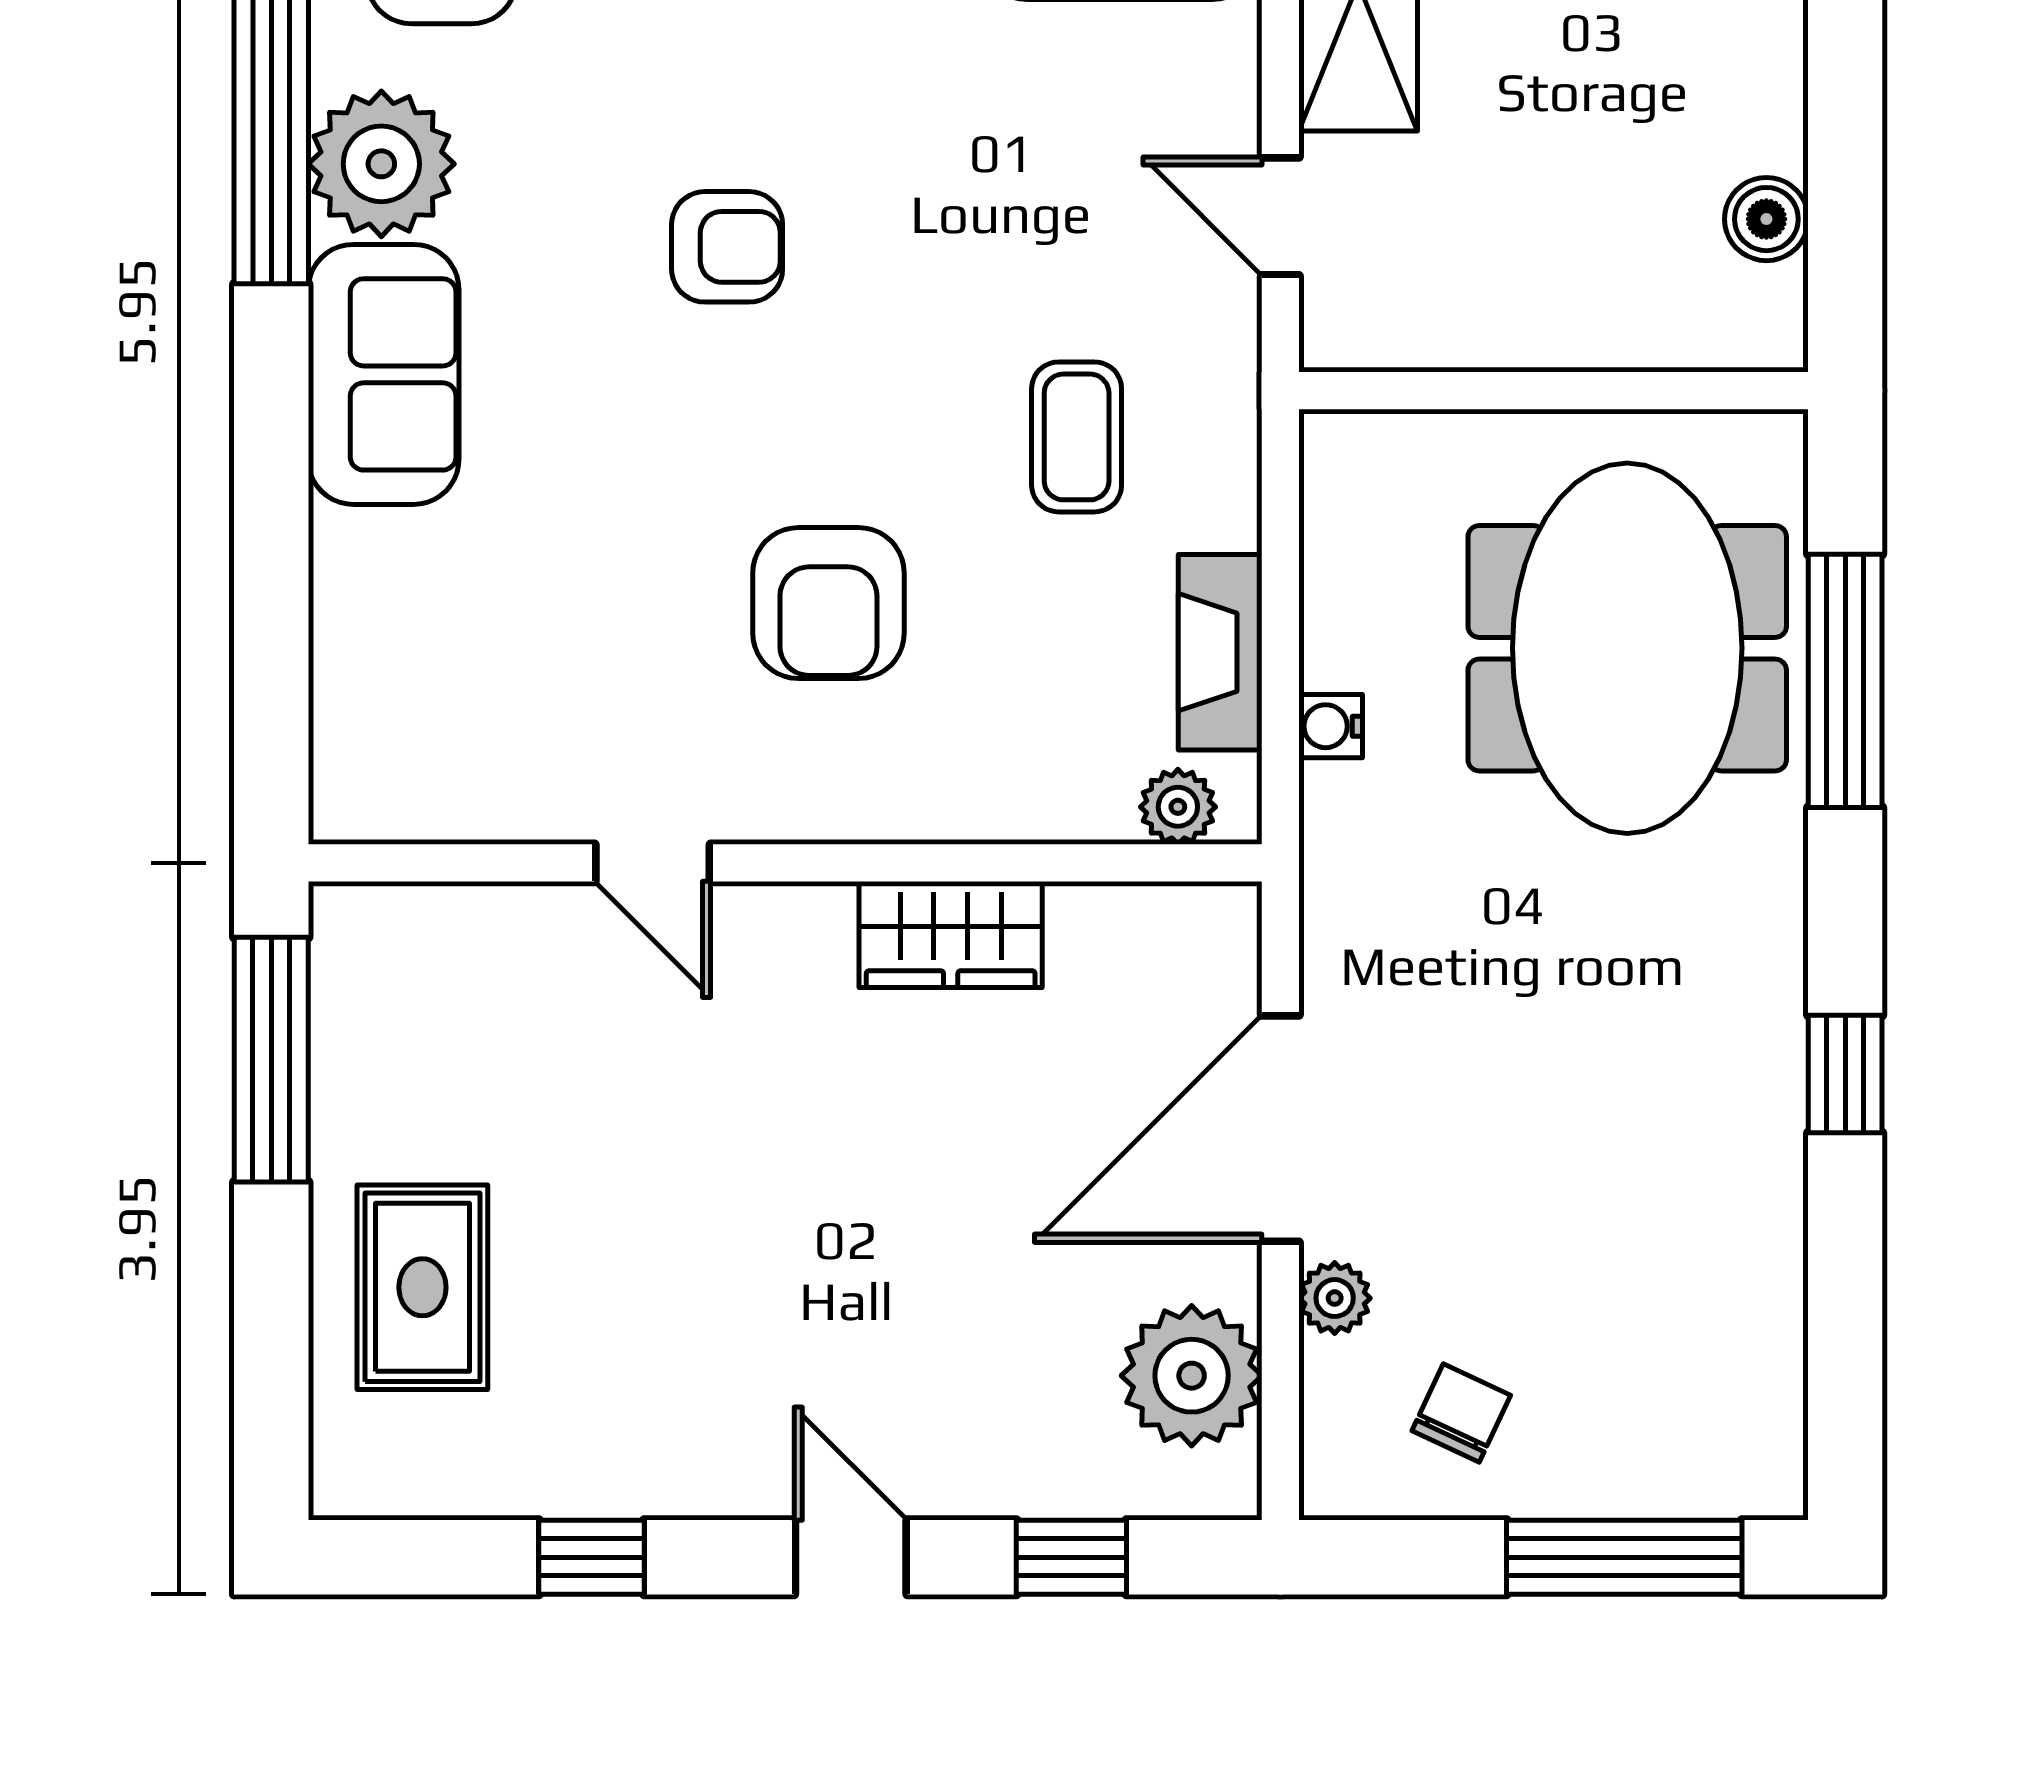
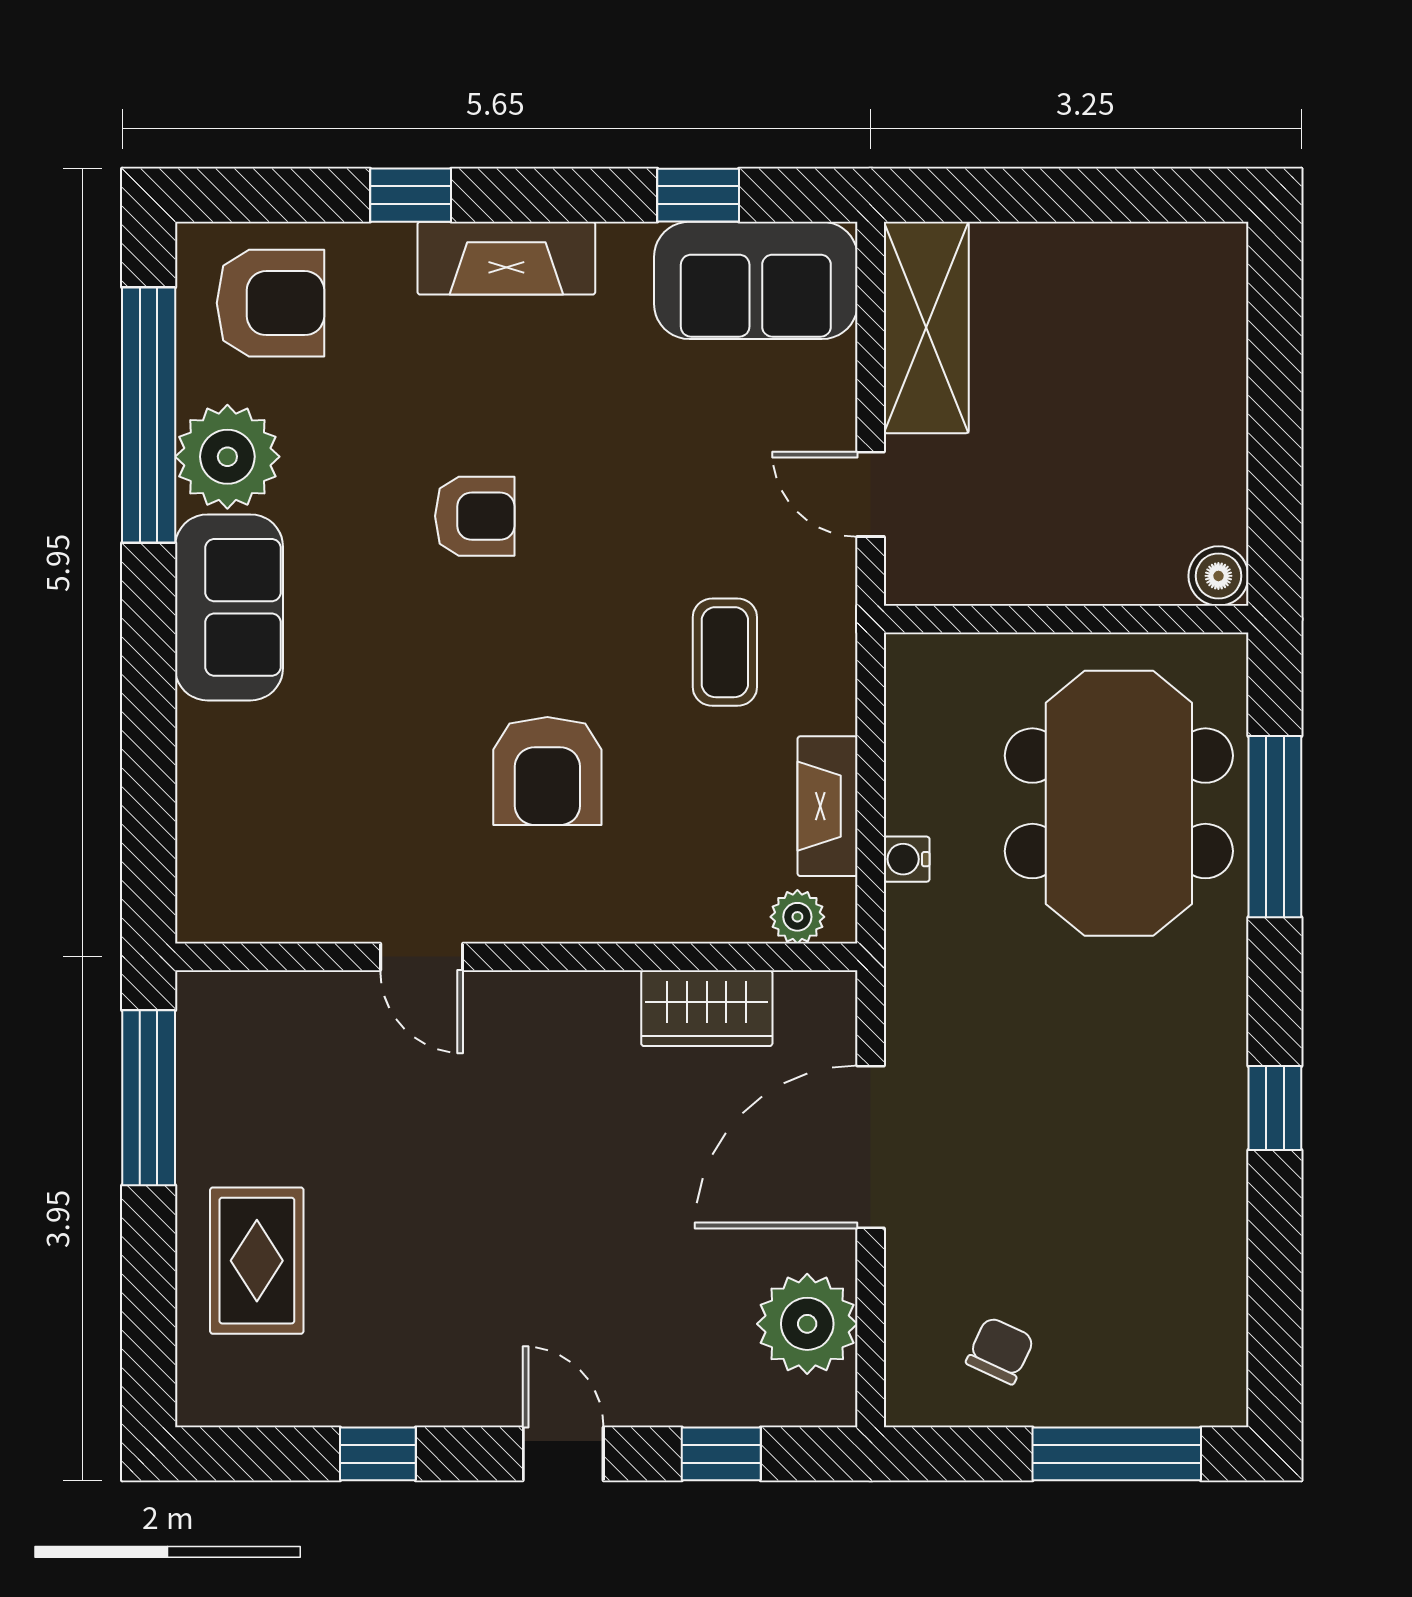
boiler: (1766, 219) -> (1218, 576), moved
wardrobe: (951, 935) -> (707, 1008), moved
plant: (1335, 1298) -> (910, 1268), removed

